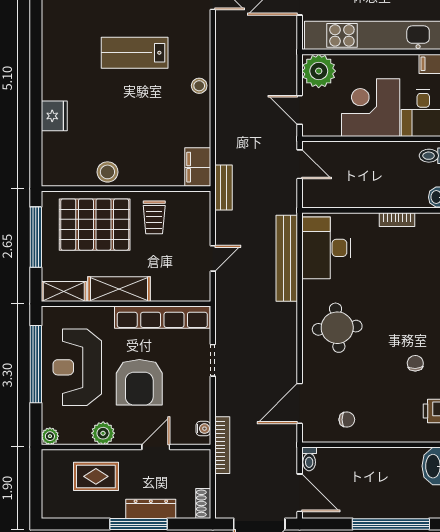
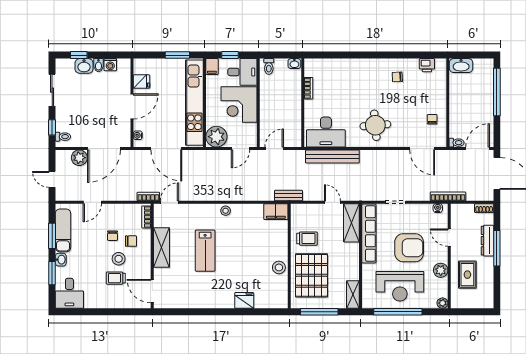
shelving: (119, 289) -> (351, 223), moved

